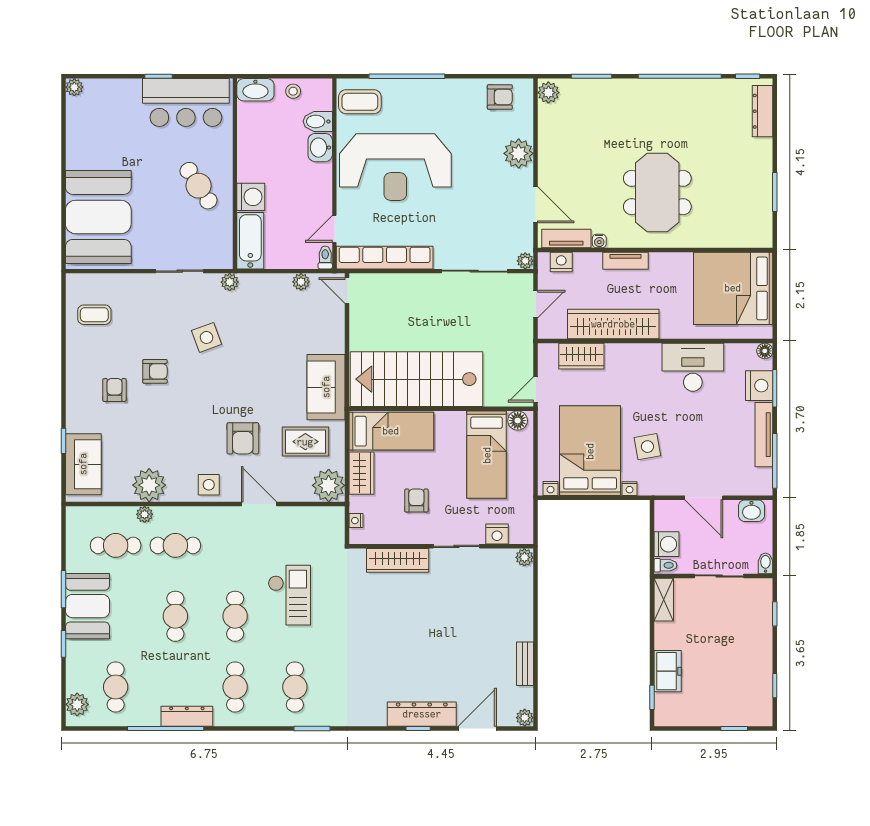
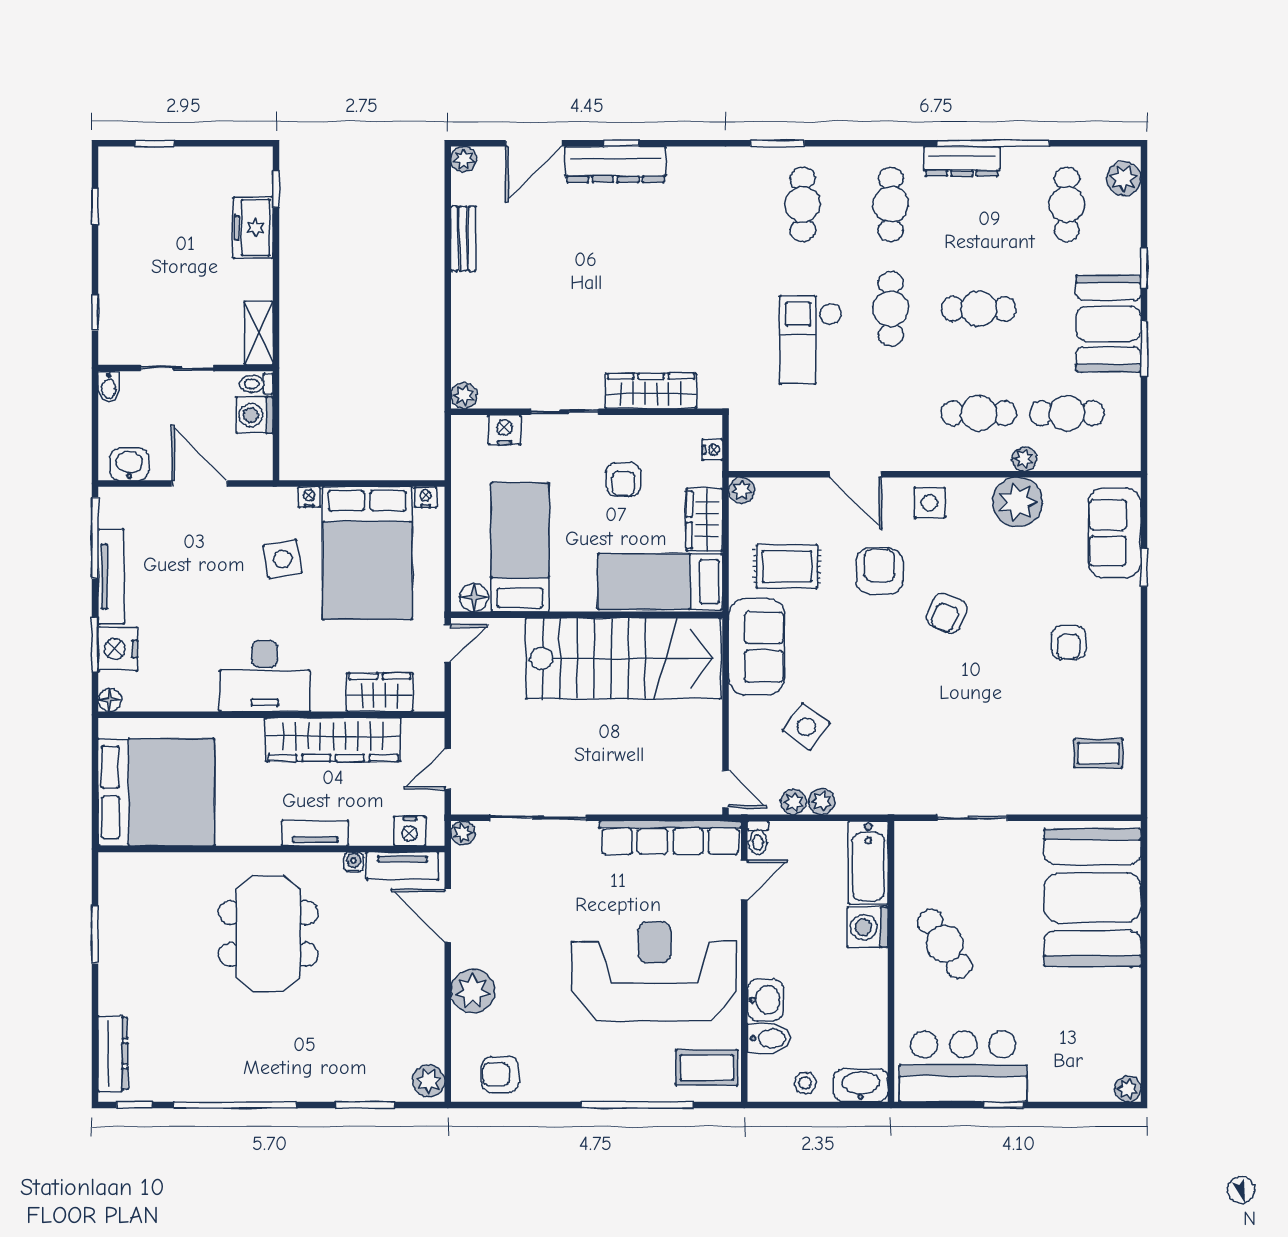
plant: (230, 282) -> (822, 802), moved
side table: (207, 337) -> (806, 727), moved, turned -34
desk: (693, 367) -> (265, 676), moved
armchair: (155, 371) -> (947, 613), moved, turned -66
plant: (329, 485) -> (742, 490), width x0.53, depth x0.53
cafe table: (175, 616) -> (979, 309), turned 90

